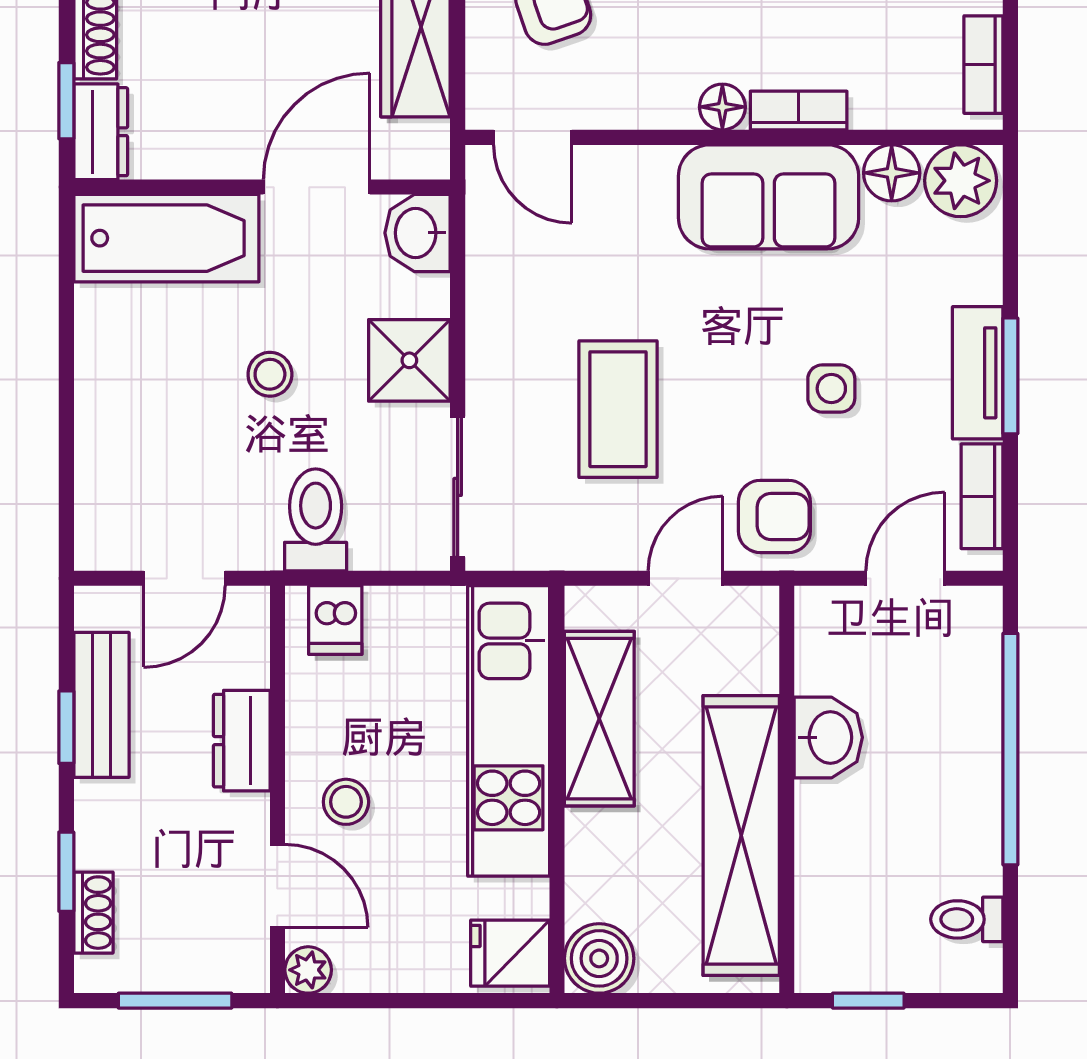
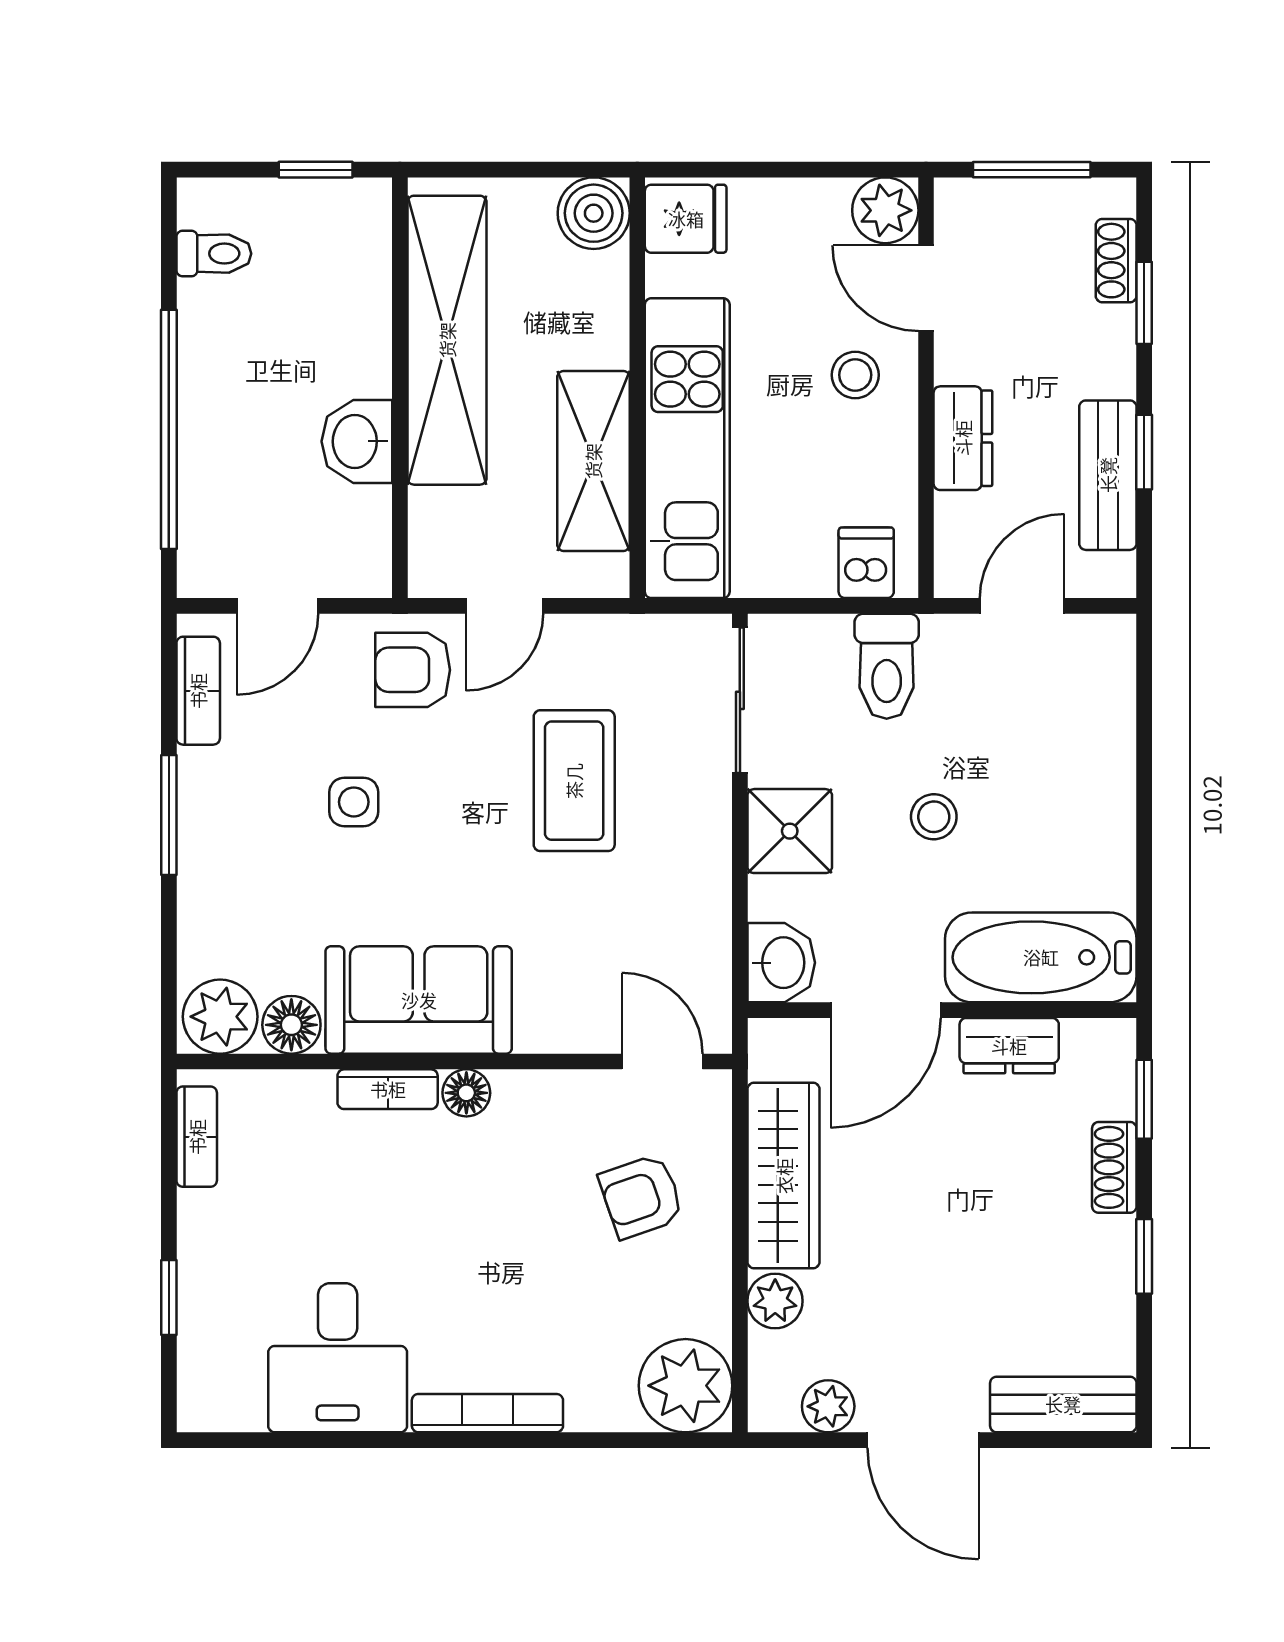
dresser: (101, 132) -> (1009, 1046), moved, turned -90
tv unit: (978, 373) -> (203, 818), removed
plant: (308, 970) -> (885, 210), width x1.38, depth x1.38

